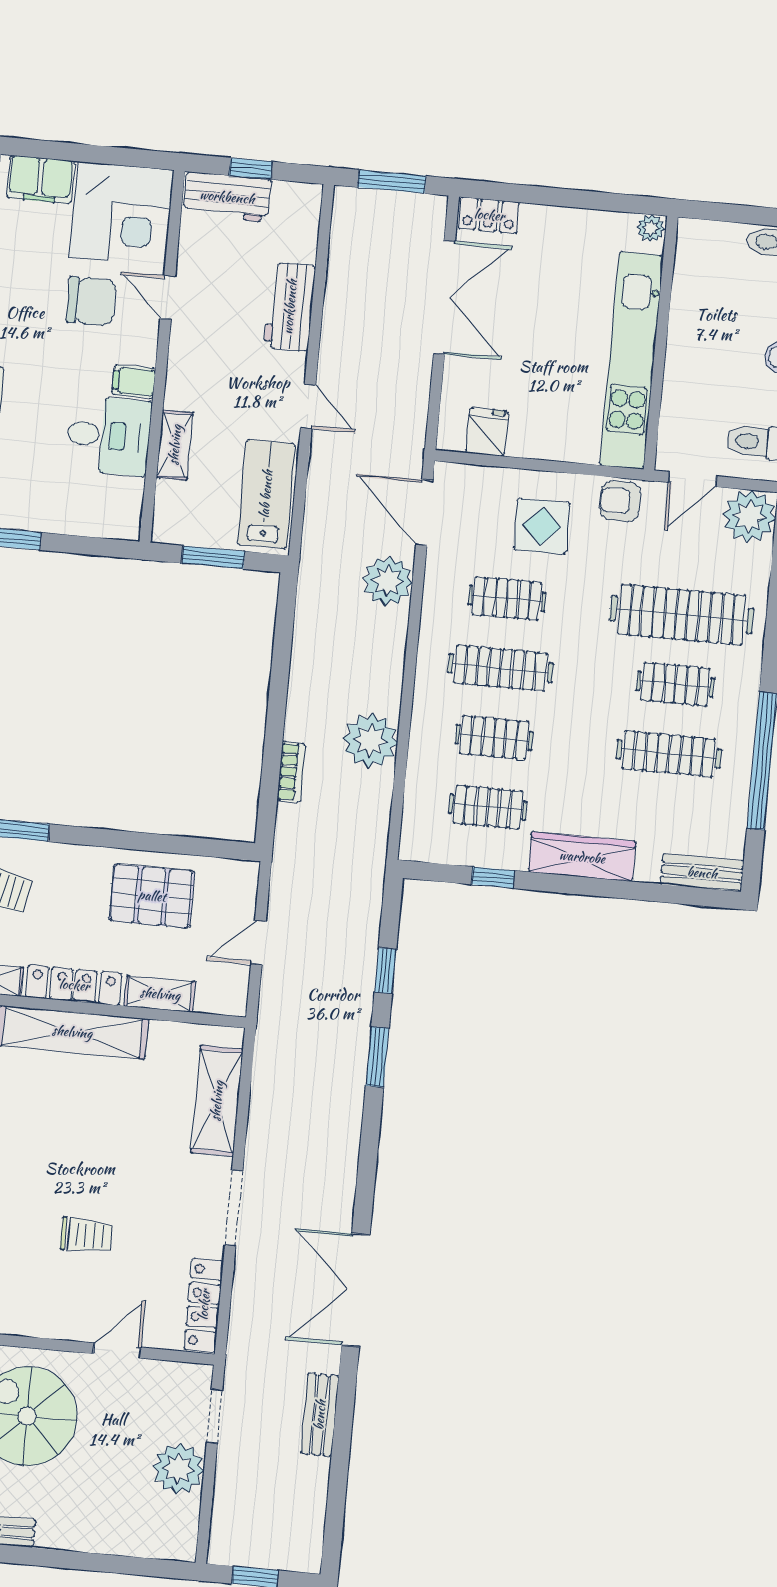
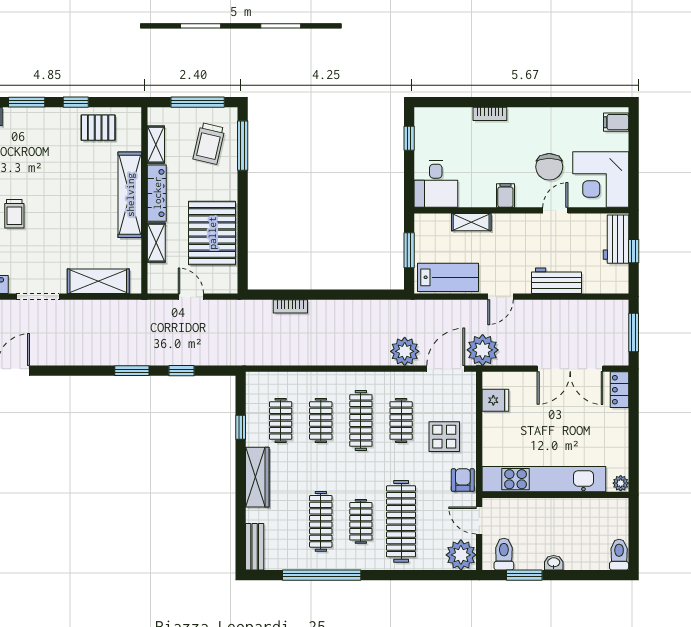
filing cabinet: (41, 179) -> (616, 122), width x0.50
desk: (109, 436) -> (436, 184), moved
plant: (371, 741) -> (483, 350), moved
pallet: (152, 896) -> (212, 233), width x1.37, depth x1.41

